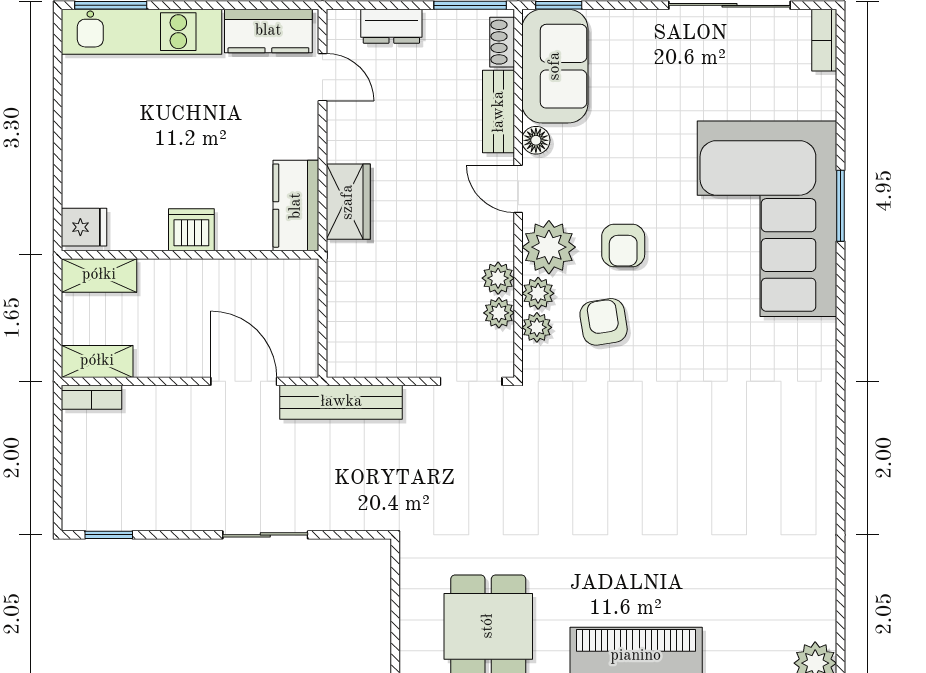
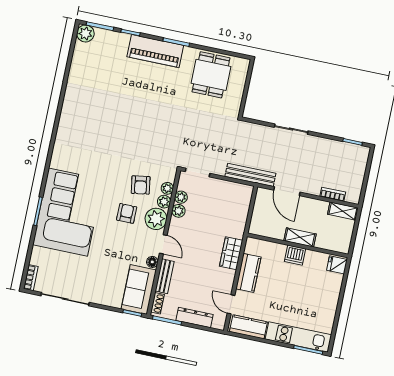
dresser: (391, 26) -> (195, 318), width x1.44
kitchen counter: (296, 206) -> (248, 273), moved
shelving: (99, 275) -> (300, 237), moved
bookcase: (92, 397) -> (333, 194), moved

